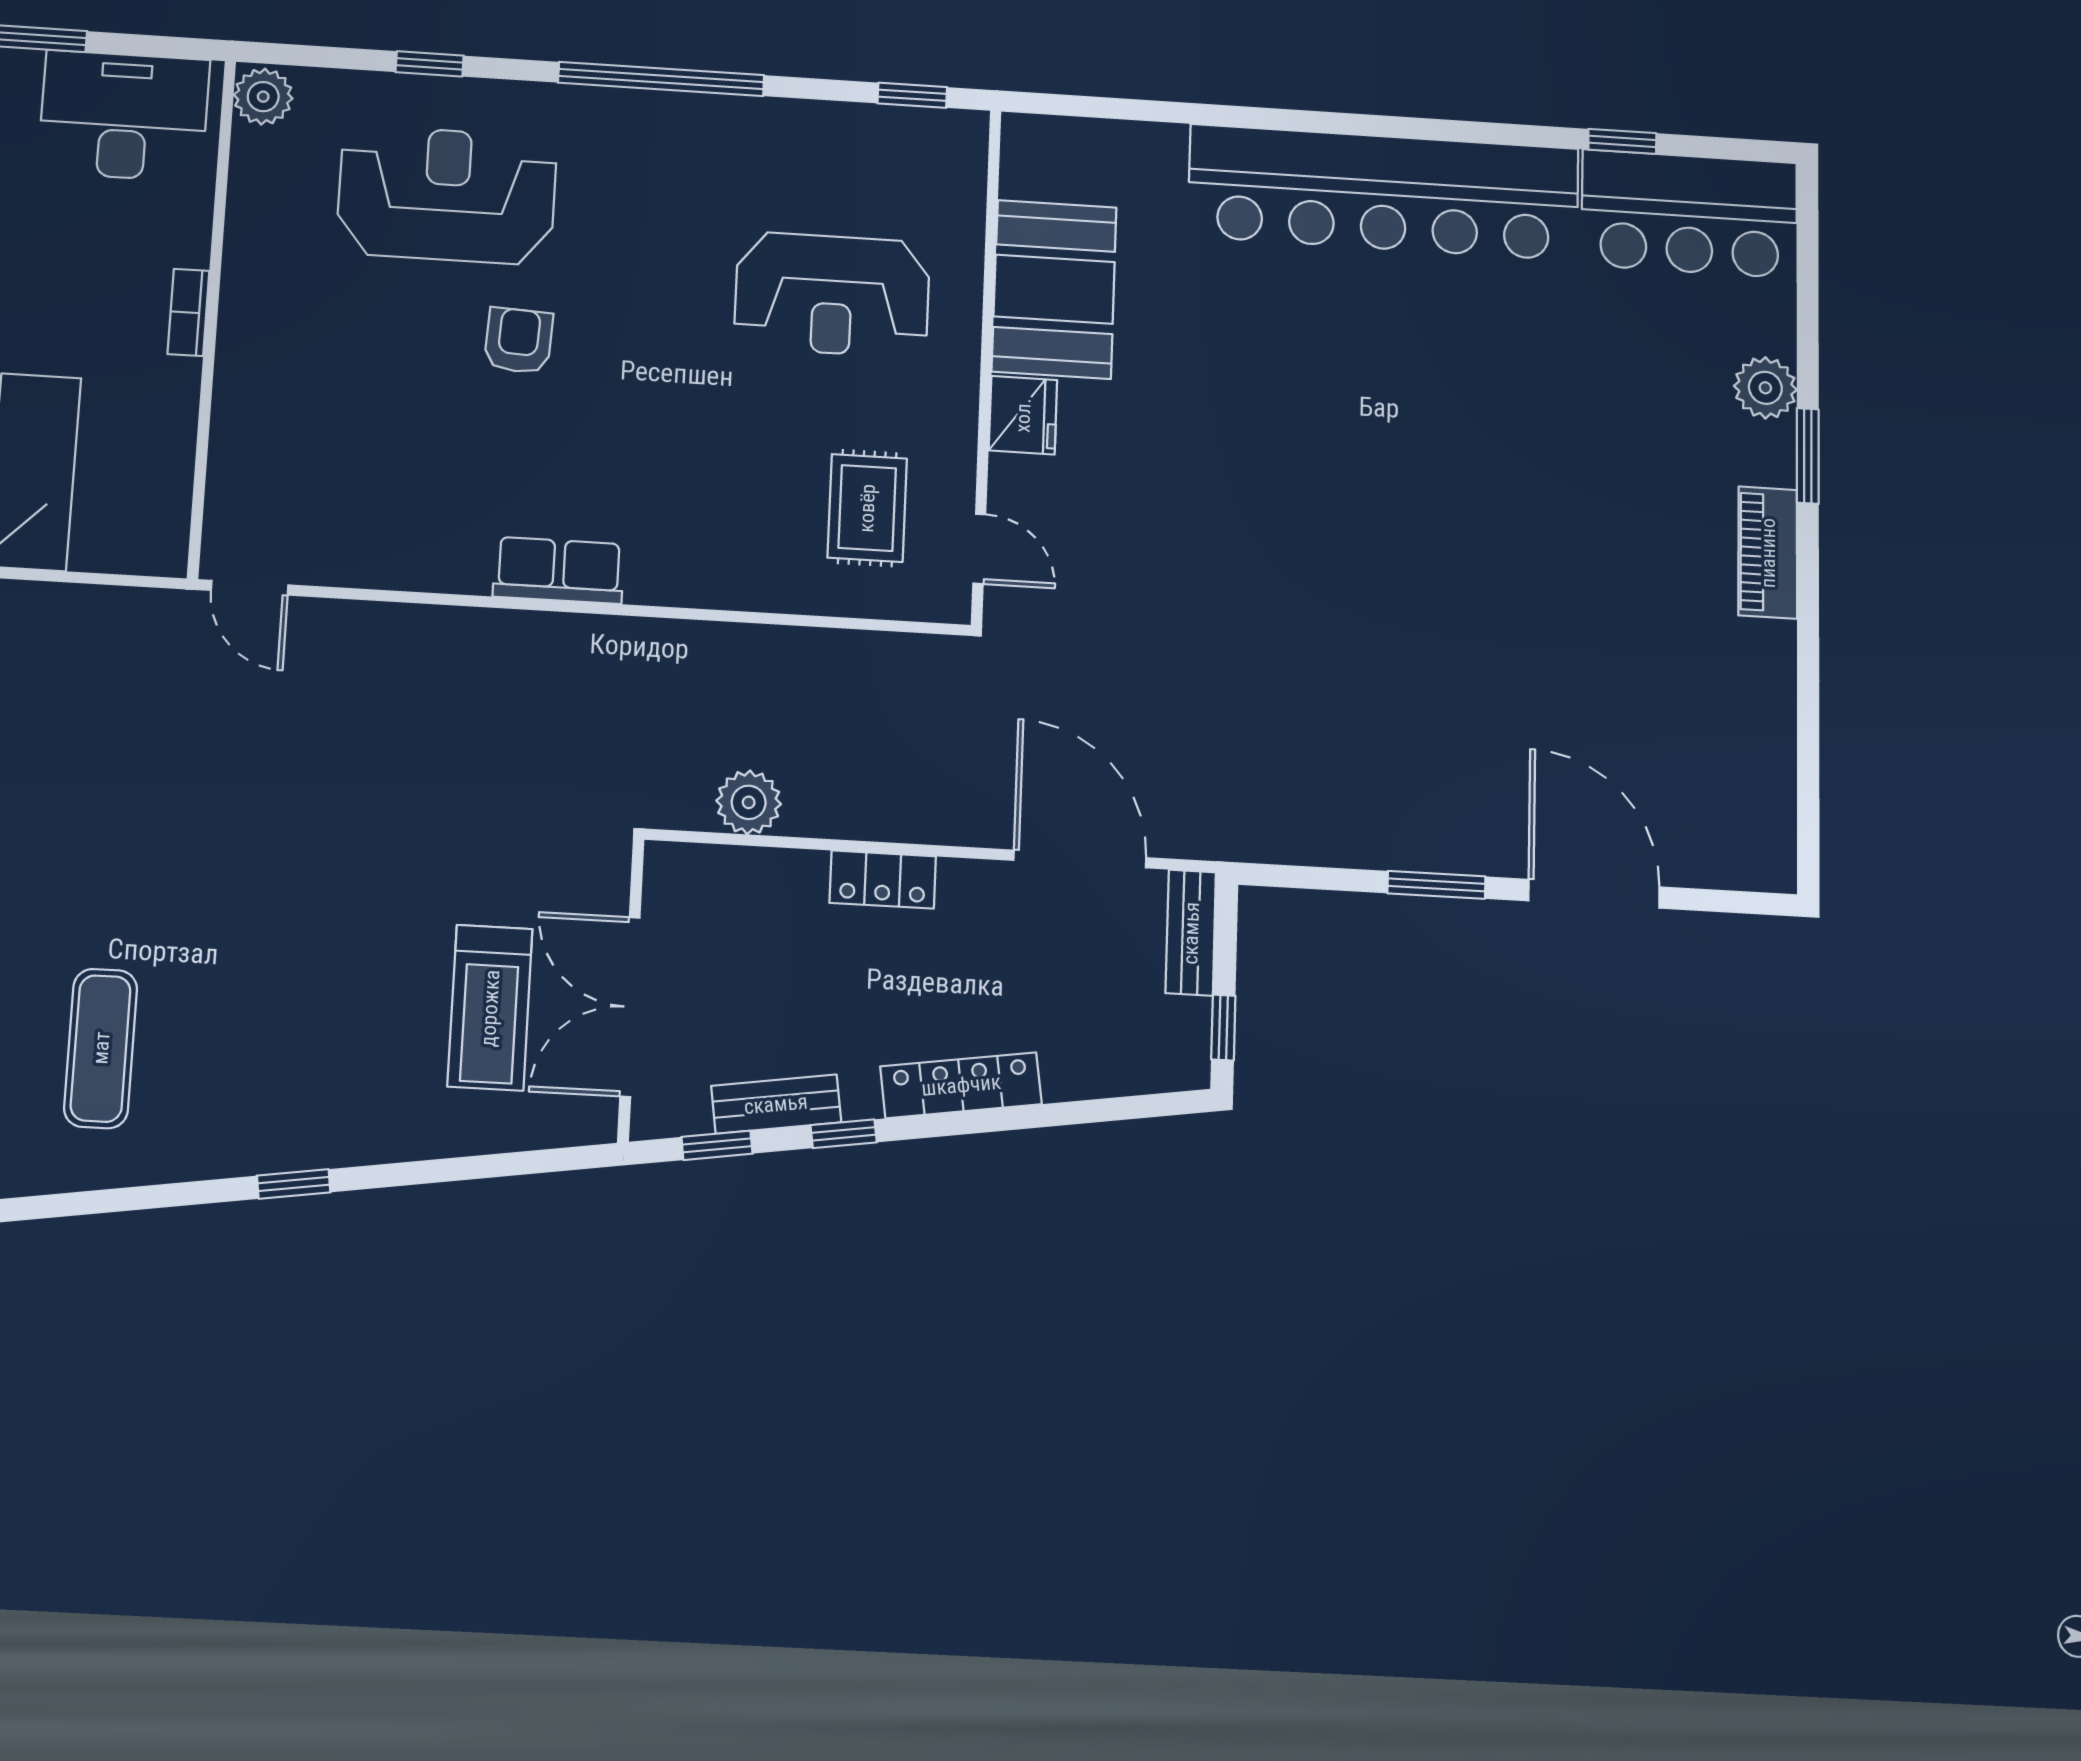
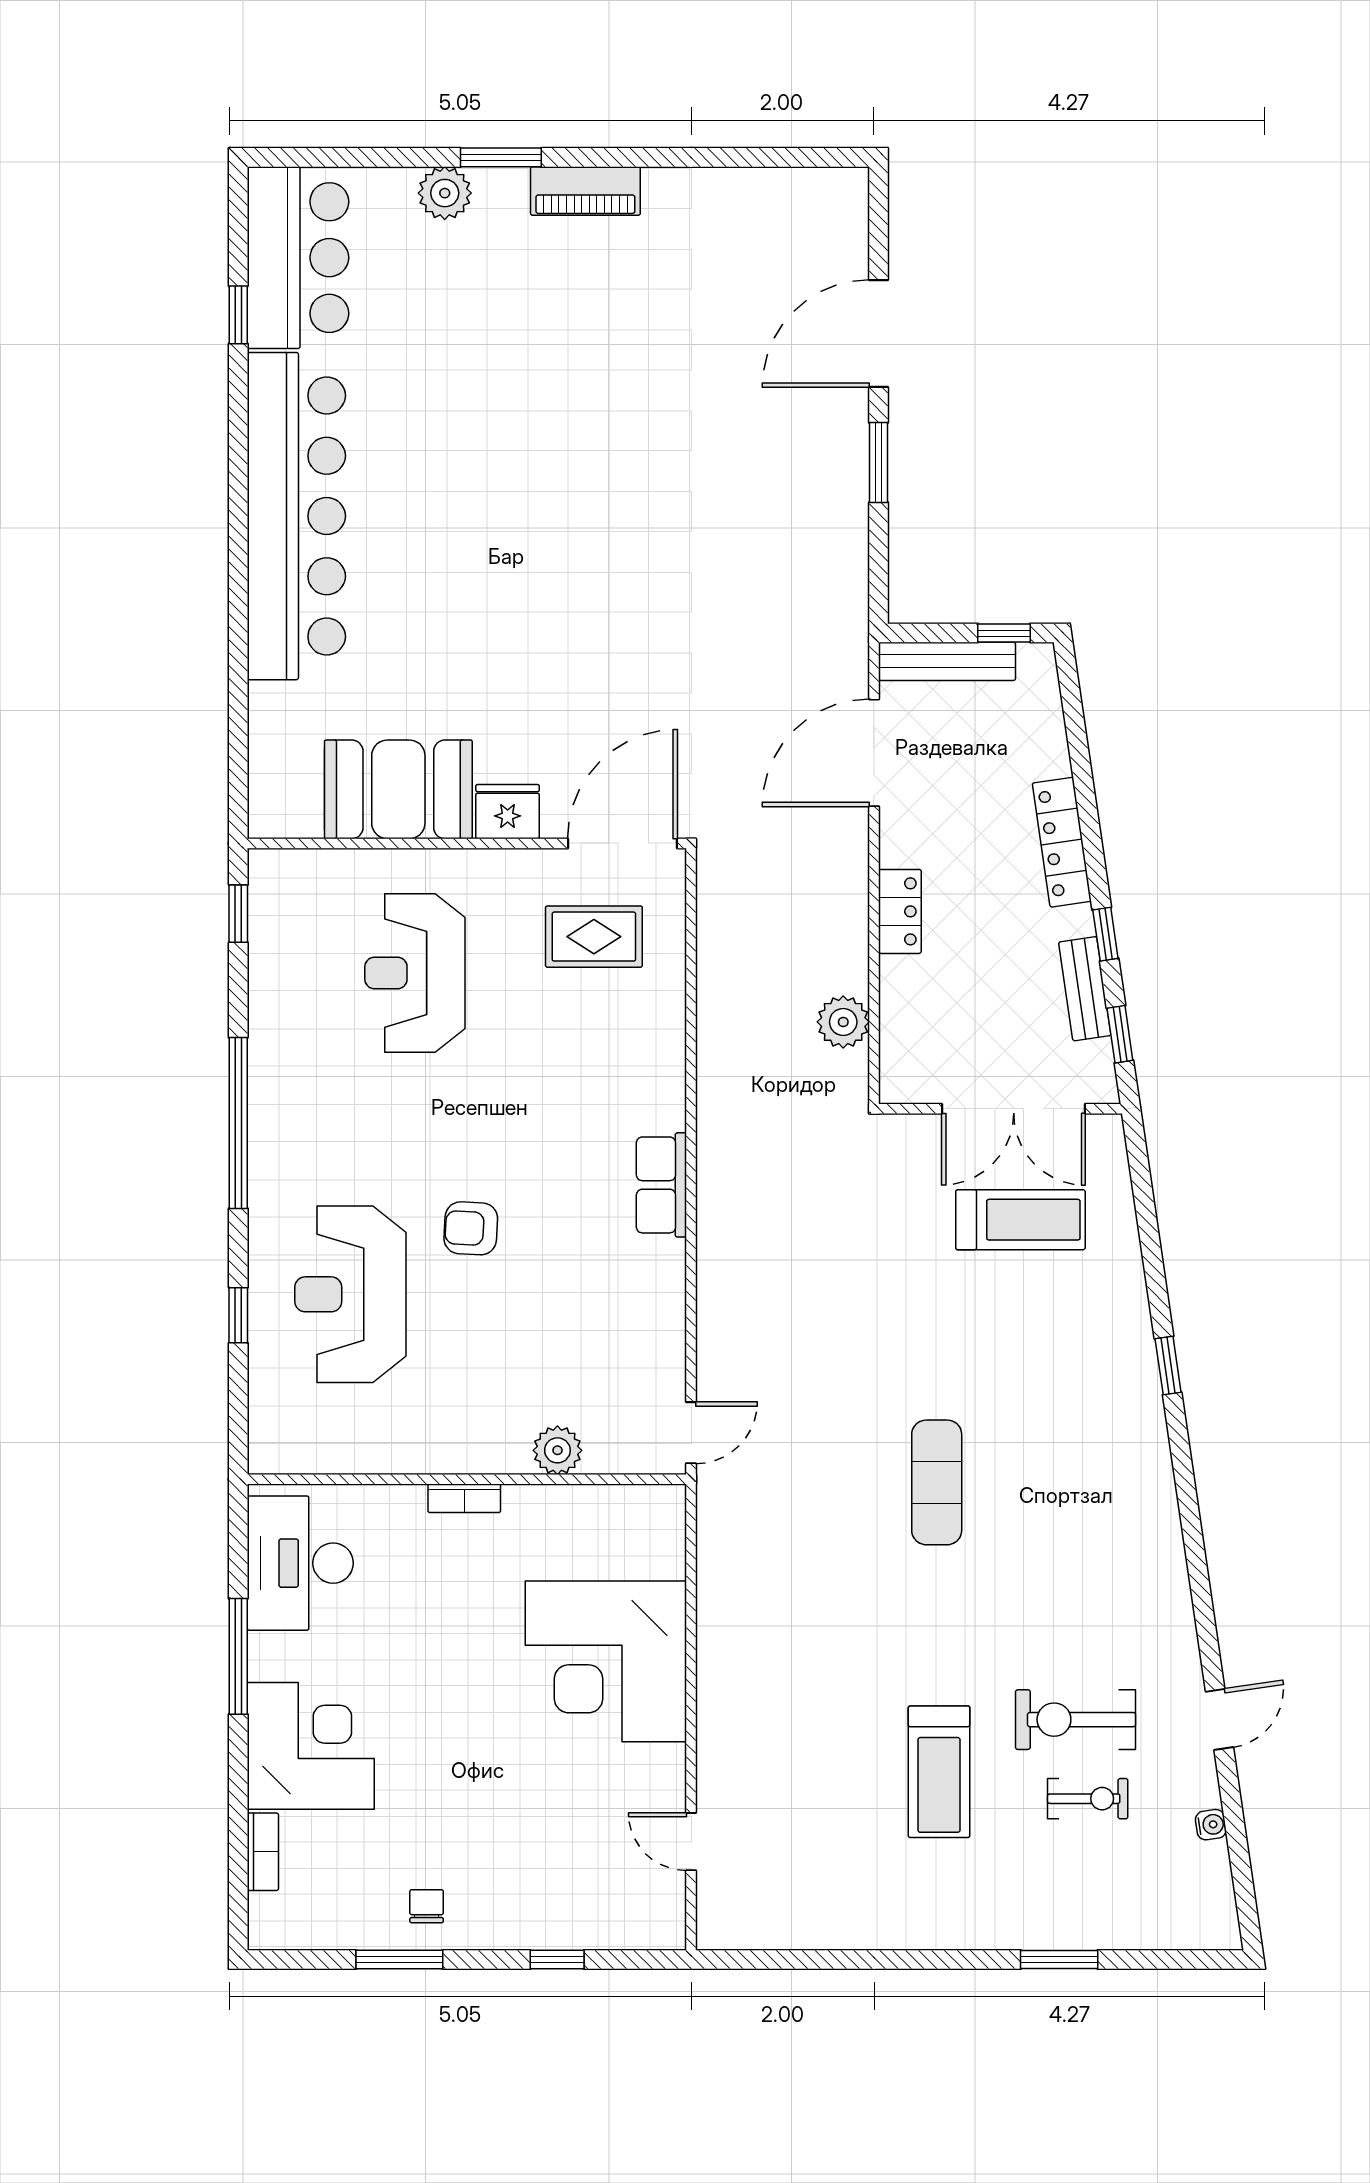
plant: (263, 97) -> (557, 1450), moved
reception desk: (832, 295) -> (415, 973), turned 180
door: (979, 549) -> (623, 843), width x1.88
bench: (1191, 933) -> (947, 661), width x1.36
exercise mat: (101, 1048) -> (937, 1482), moved, turned 90

